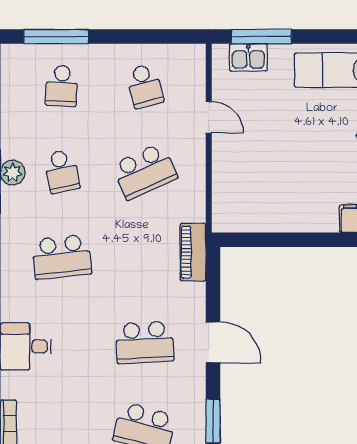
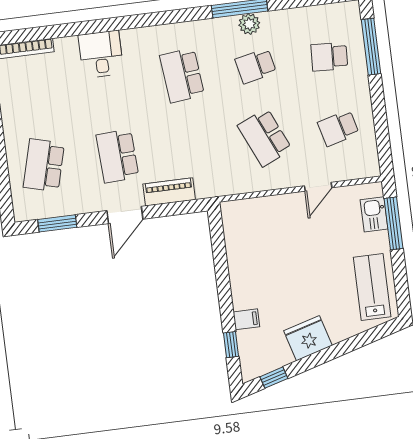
piano: (193, 252) -> (169, 192), moved

